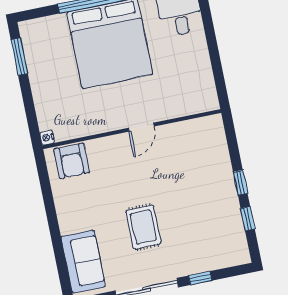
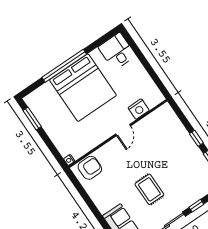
nightstand: (176, 107) -> (139, 109), added
armchair: (72, 161) -> (90, 168), turned -90

